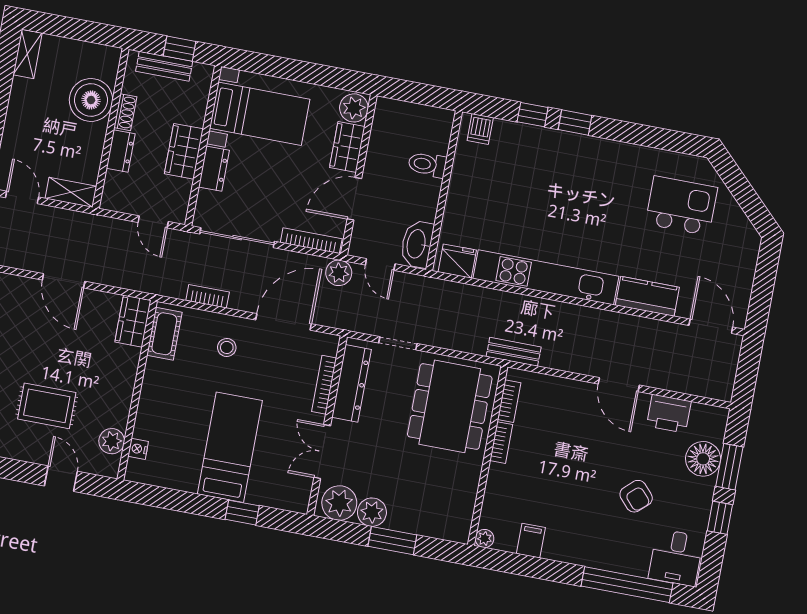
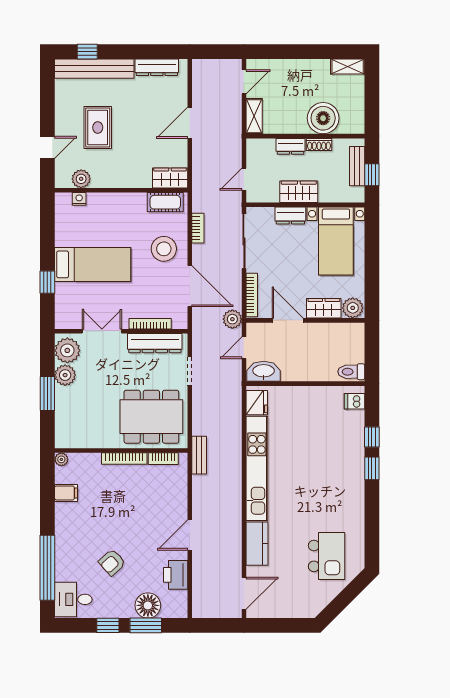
toilet: (427, 165) -> (351, 372), moved, turned -90
stool: (227, 347) -> (164, 249), width x1.89, depth x1.89
bookcase: (501, 443) -> (124, 458), width x1.56

